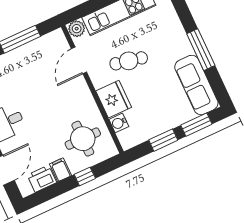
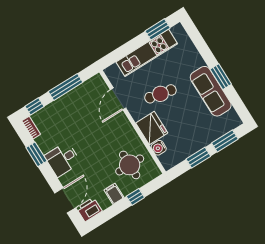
plant: (77, 29) -> (113, 72), removed
window: (201, 50) -> (221, 77), width x0.69
sofa: (196, 85) -> (211, 91), moved
printer: (42, 179) -> (89, 210), moved

